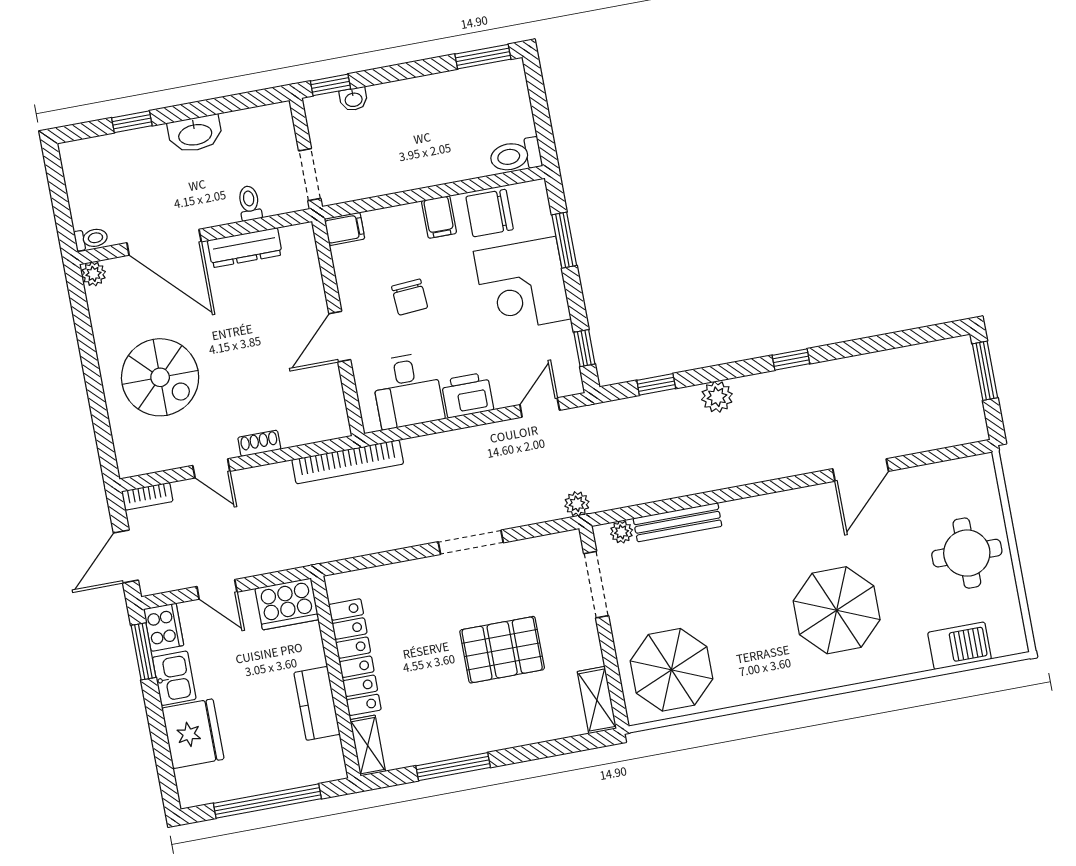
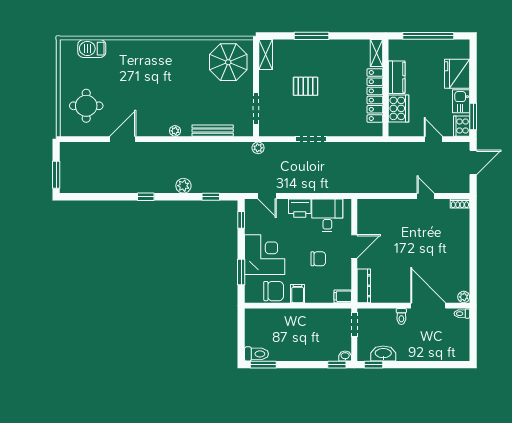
washbasin: (353, 99) -> (345, 356), moved
window: (132, 122) -> (374, 365), moved
washbasin: (195, 134) -> (383, 354), moved
toilet: (516, 156) -> (257, 354), moved
toilet: (249, 203) -> (401, 316), moved
dresser: (245, 248) -> (364, 286), moved, turned 90
chair: (410, 297) -> (318, 259), turned 94
spiral stairs: (160, 377) -> (442, 243), removed
door: (540, 407) -> (267, 196), hinge flipped
shoe rack: (259, 443) -> (460, 204), moved
bookcase: (348, 462) -> (361, 187), removed
bookcase: (147, 496) -> (458, 189), removed
plant: (622, 532) -> (175, 131), moved
round table: (967, 553) -> (86, 106), moved
cooker: (287, 604) -> (398, 108), moved, turned 90
parasol: (837, 610) -> (146, 76), removed
pallet: (502, 650) -> (306, 86), width x0.67, depth x0.71
window: (453, 767) -> (311, 36), moved

